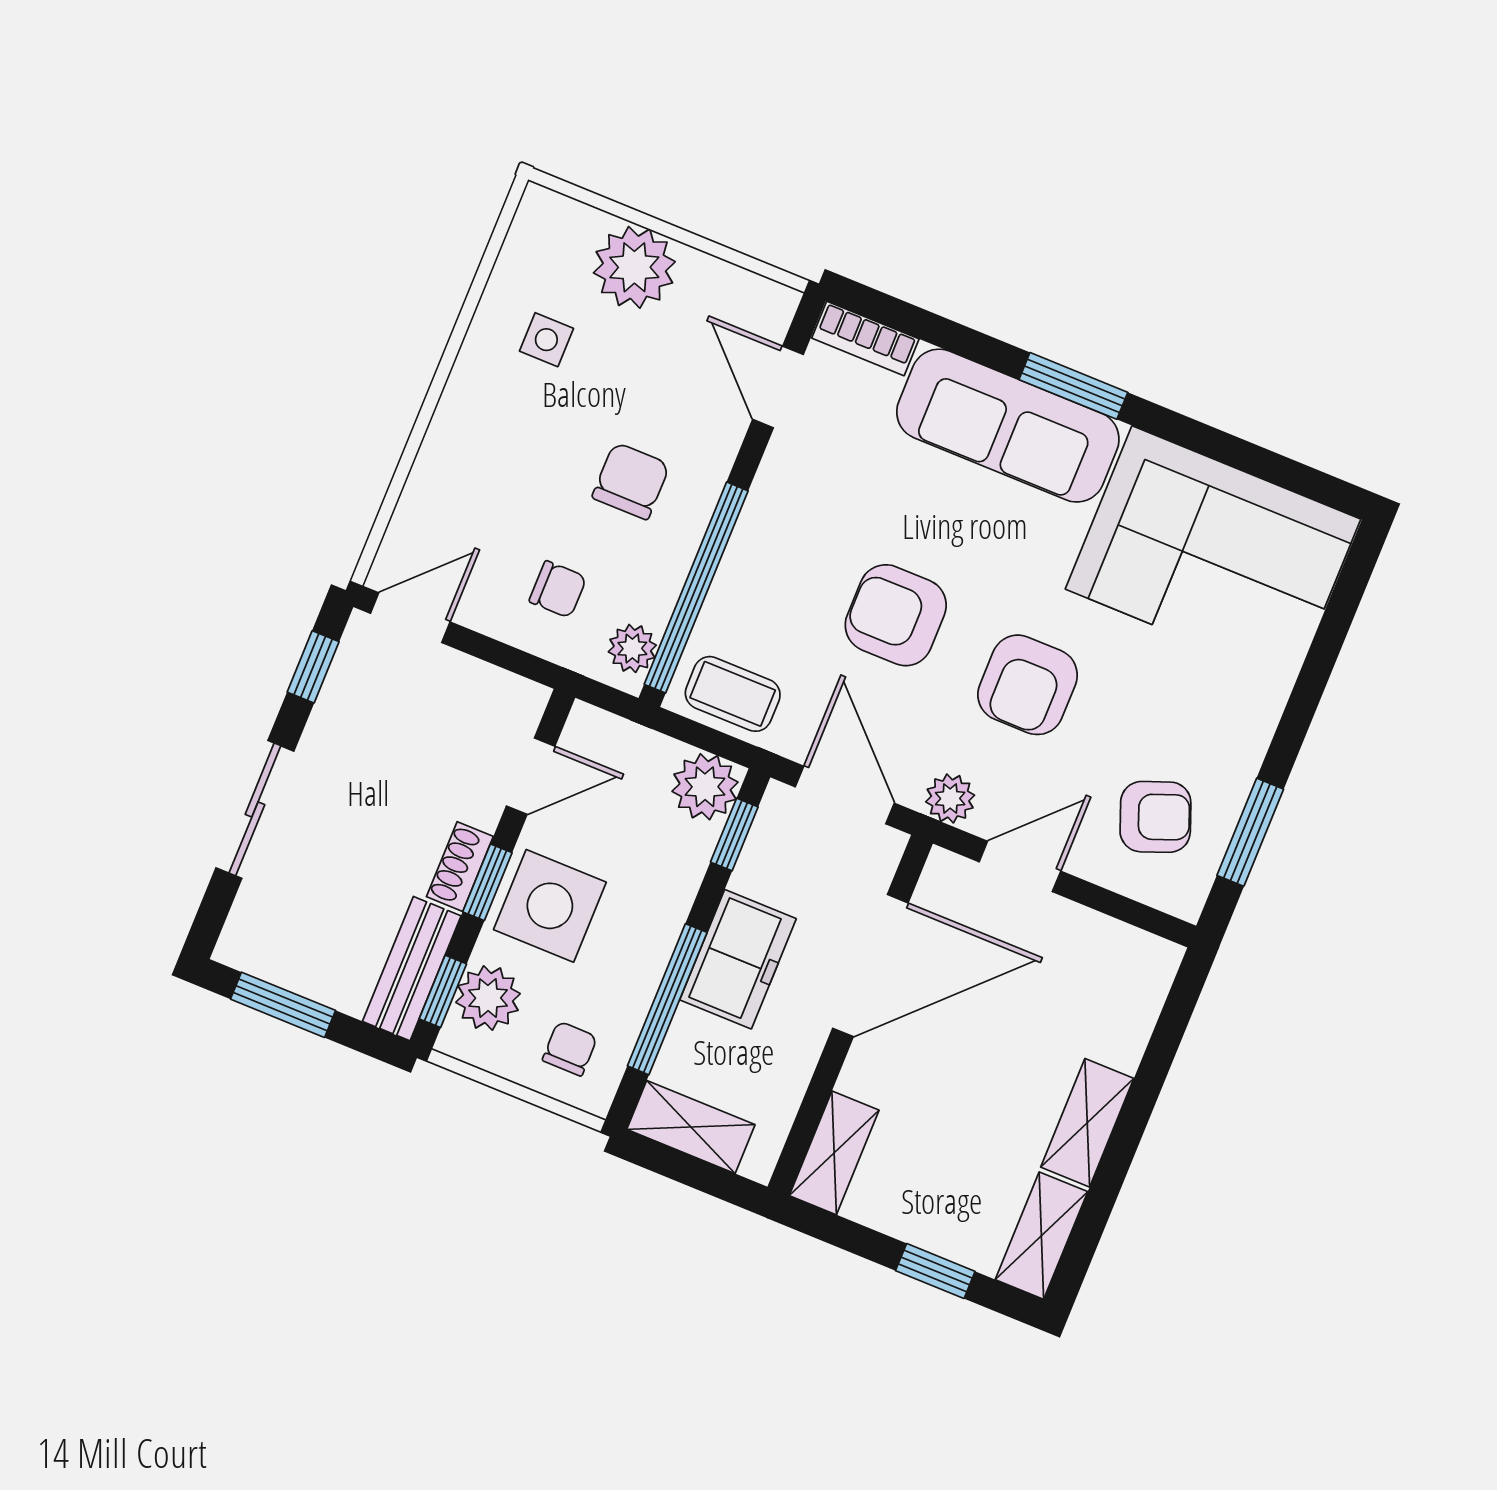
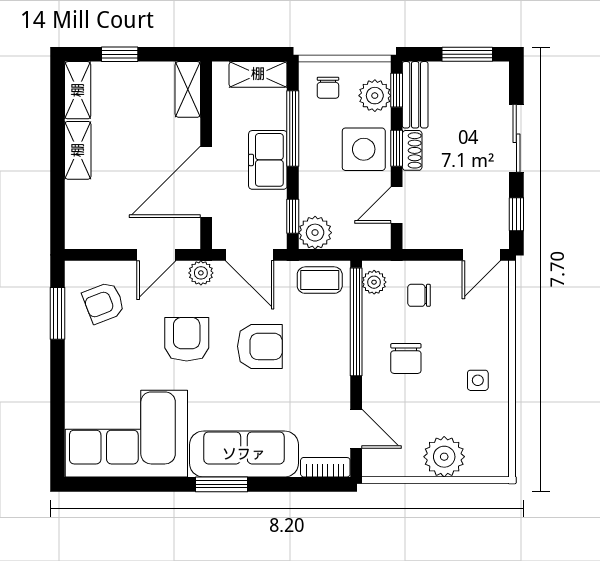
side table: (546, 340) -> (478, 380), moved

